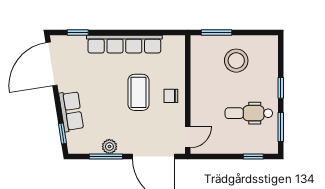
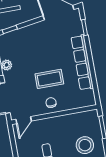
row of seats: (71, 111) -> (27, 33), removed
door: (188, 137) -> (24, 120), hinge flipped

